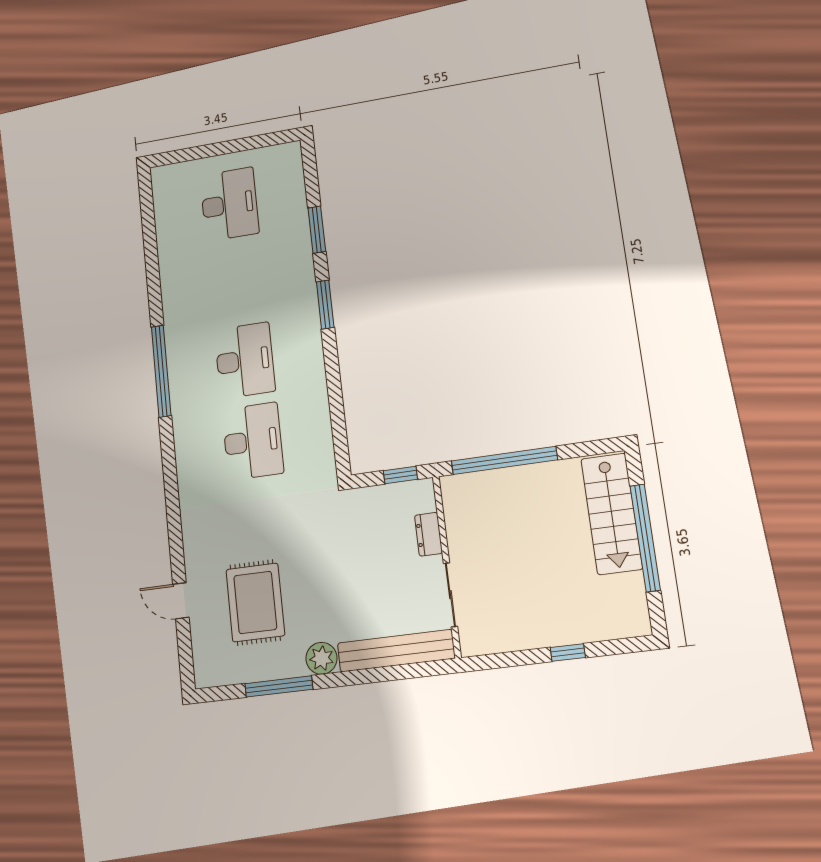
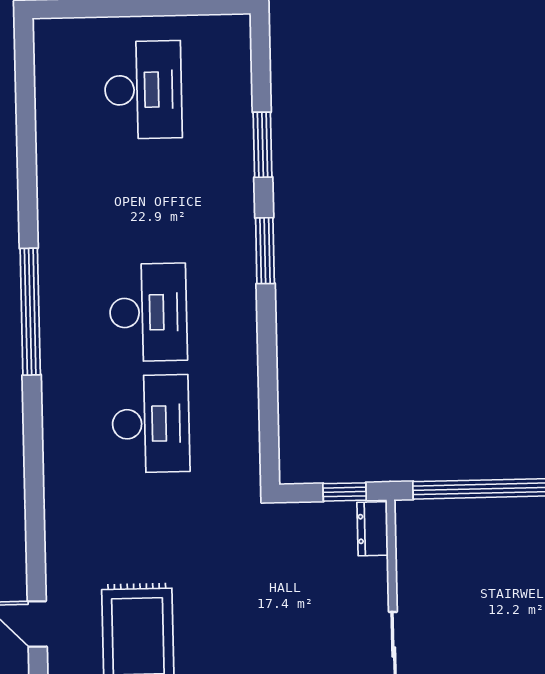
dresser: (428, 534) -> (373, 529), moved

